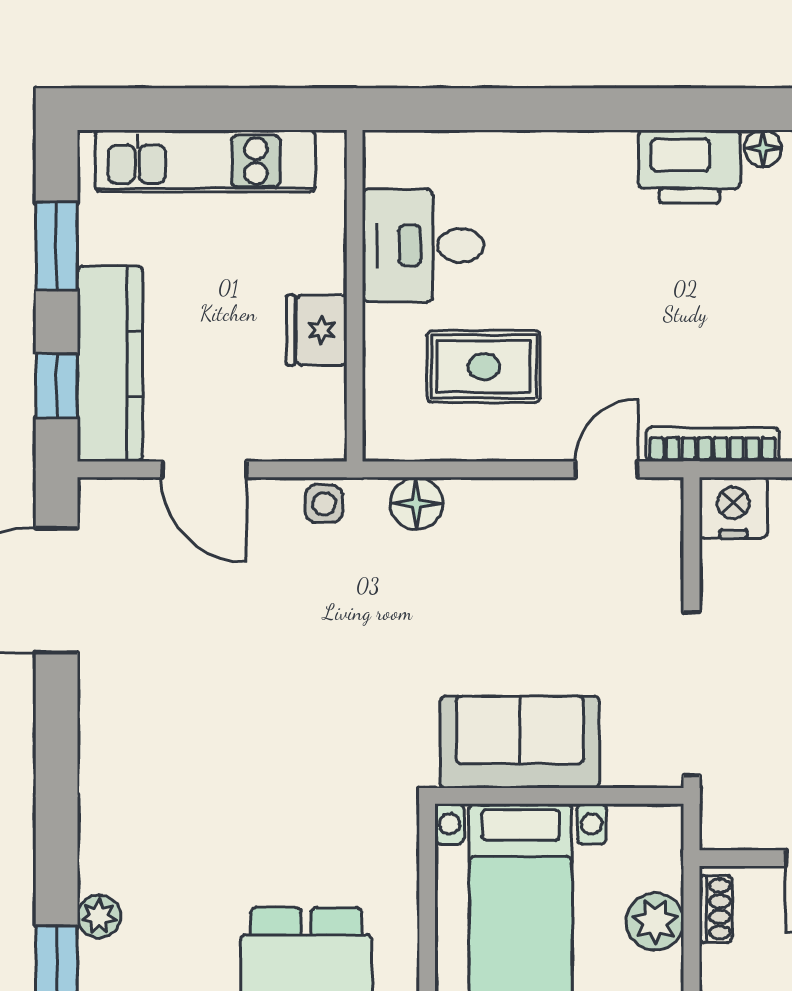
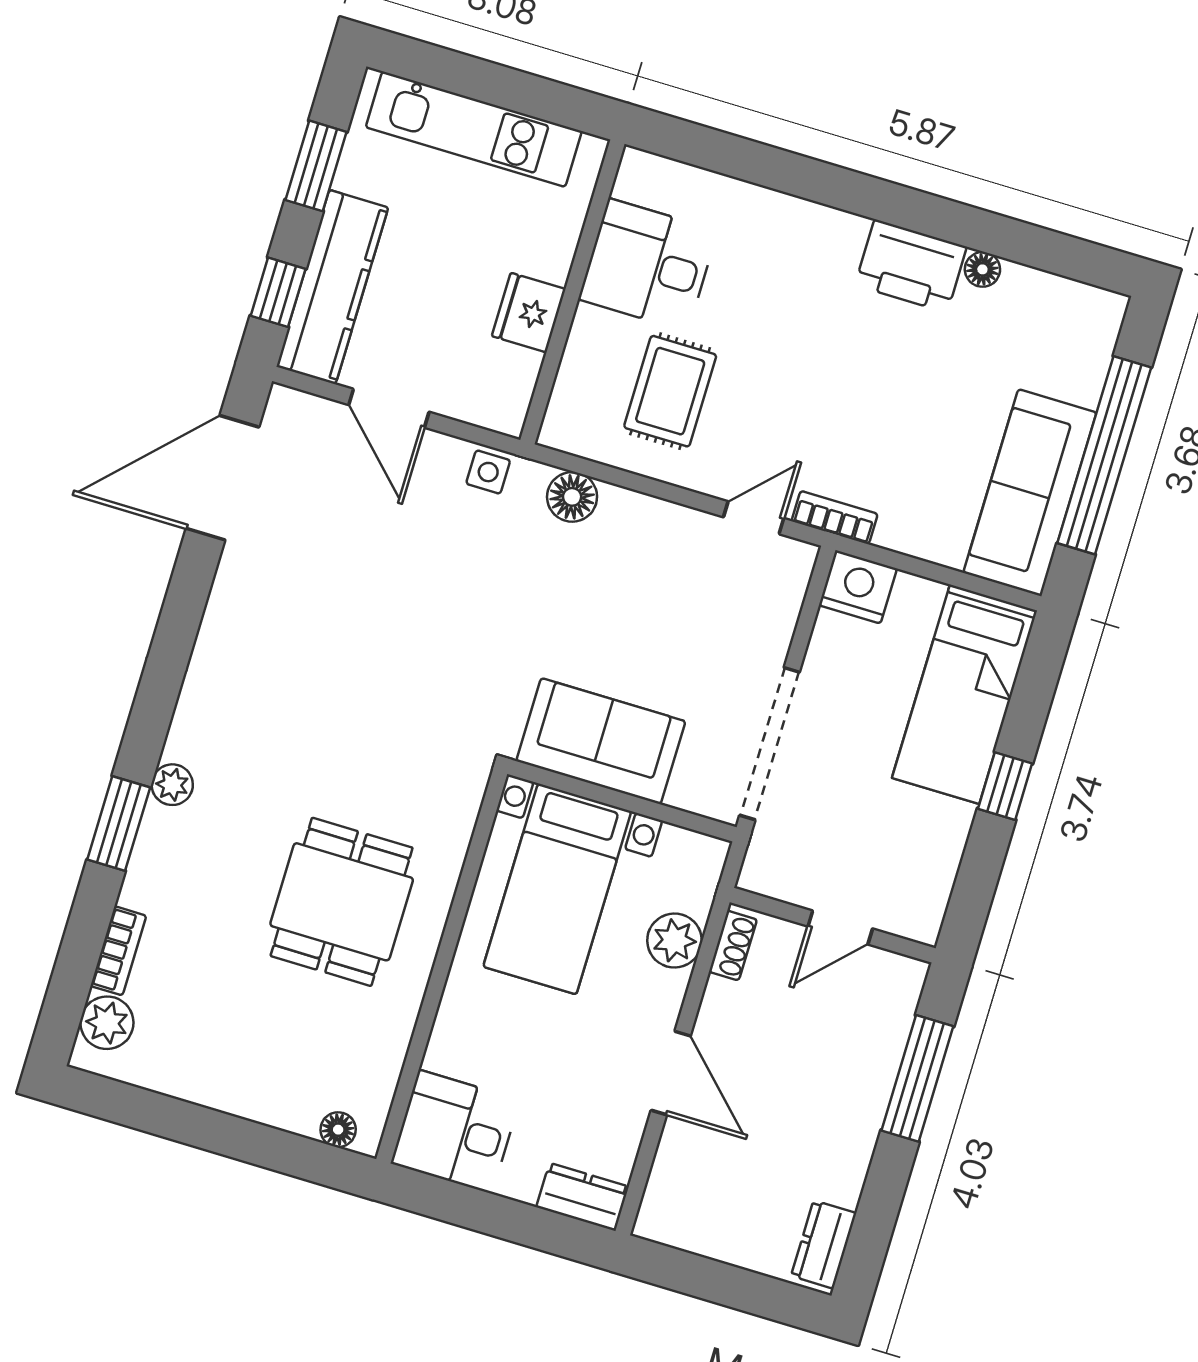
rug: (484, 367) -> (670, 391), turned 90
bookcase: (713, 445) -> (835, 518), width x0.64

